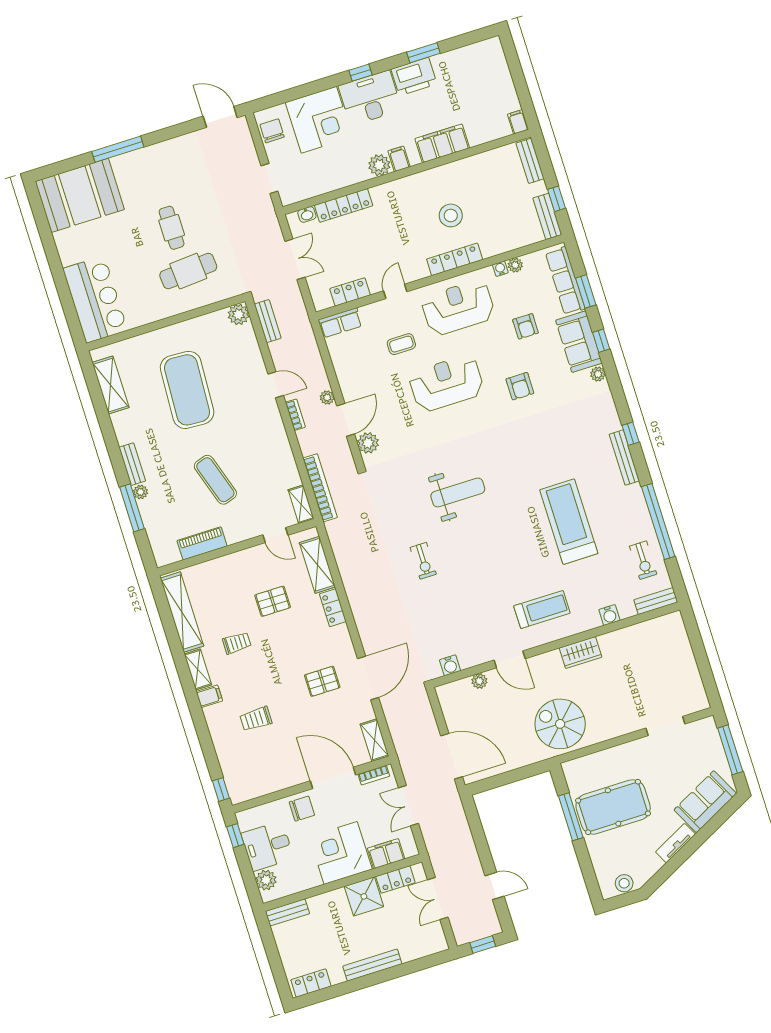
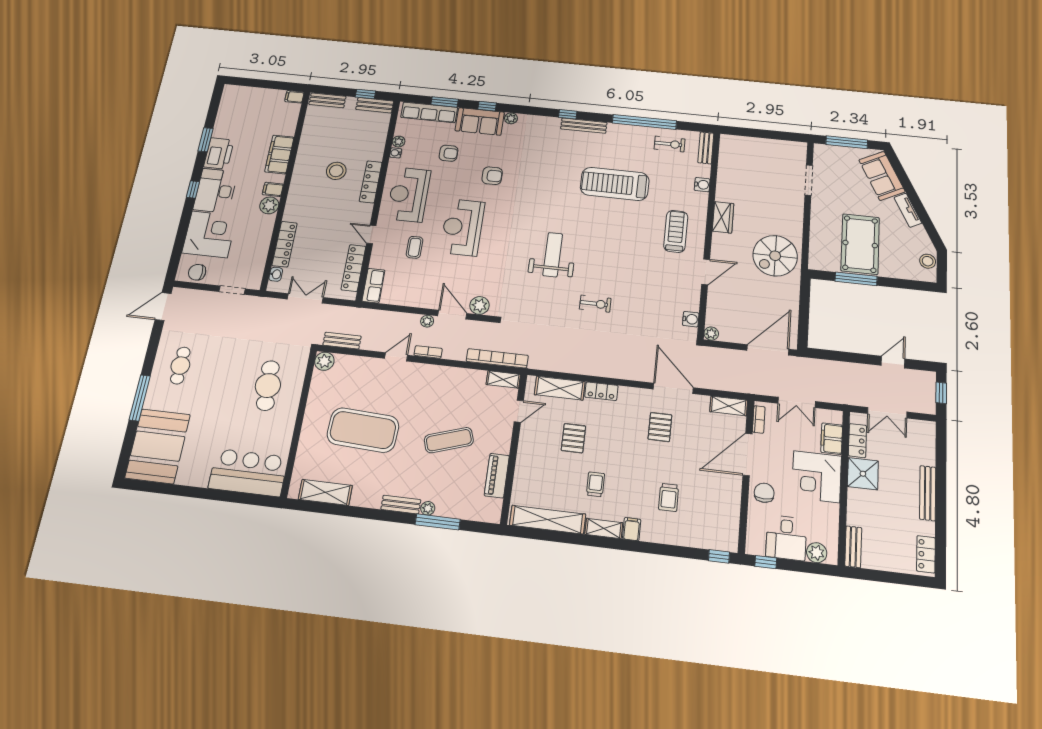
cafe table: (172, 228) -> (180, 366), moved, turned 90
locker: (350, 292) -> (353, 268), width x1.53
plant: (479, 681) -> (711, 334), moved

